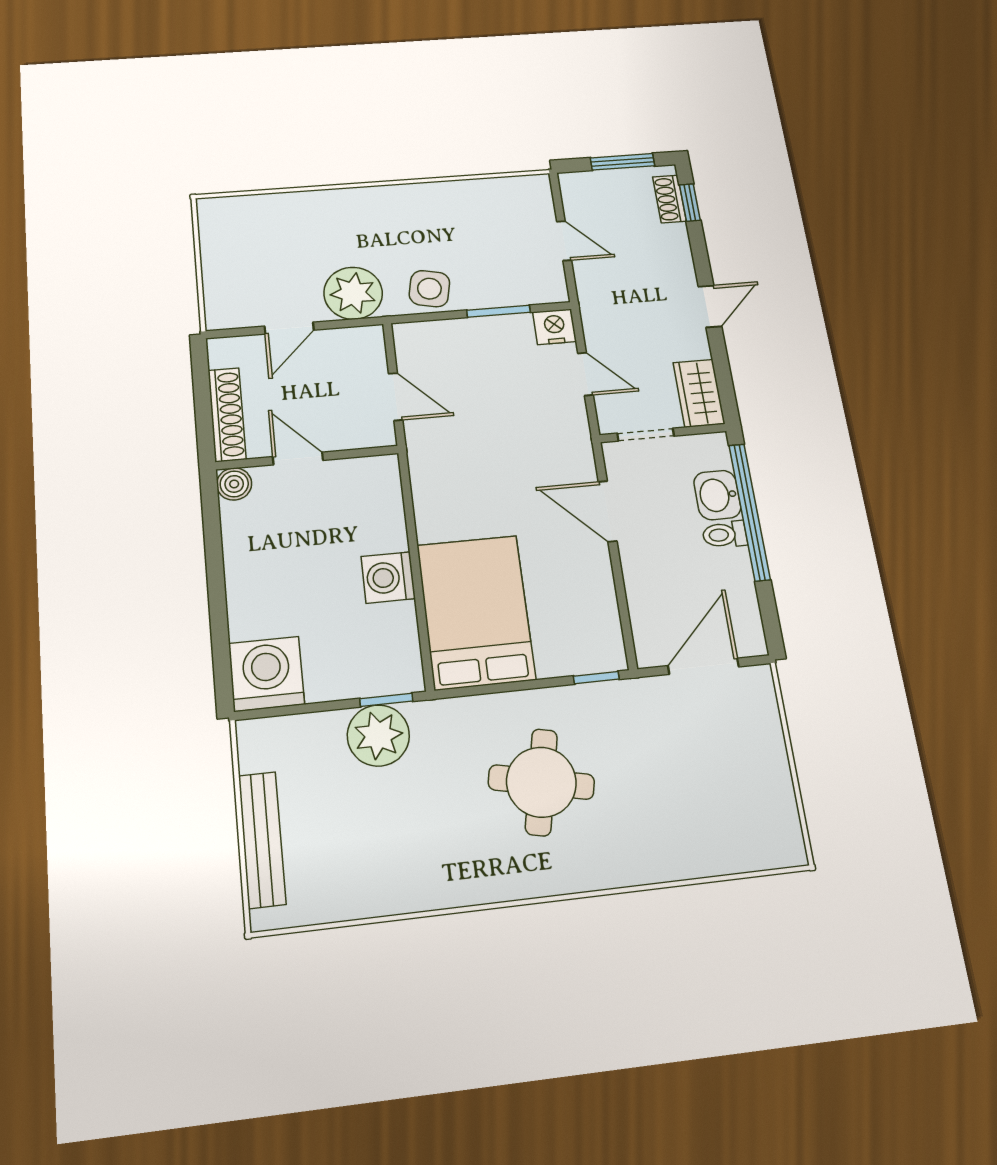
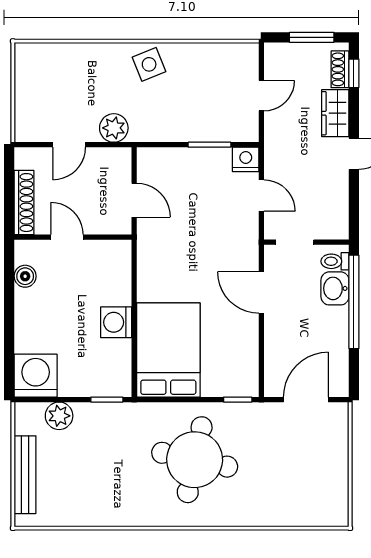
door: (564, 241) -> (261, 96), hinge flipped
side table: (429, 289) -> (149, 64), moved, turned -34
plant: (353, 293) -> (114, 128), width x0.73, depth x0.73
wardrobe: (699, 393) -> (335, 113), moved
boiler: (234, 484) -> (25, 276), moved
toilet: (725, 535) -> (335, 261), moved
plant: (378, 735) -> (59, 416), moved, width x0.73, depth x0.73
round table: (541, 782) -> (195, 460), width x1.36, depth x1.36

